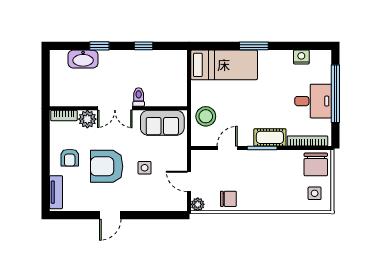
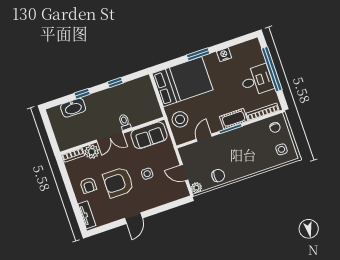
nightstand: (301, 57) -> (224, 55), moved
bed: (224, 65) -> (183, 82), width x1.50
chair: (316, 164) -> (275, 127), width x0.54, depth x0.54

